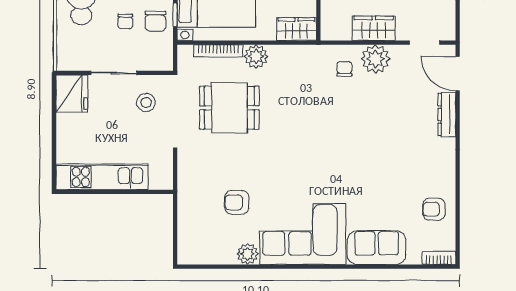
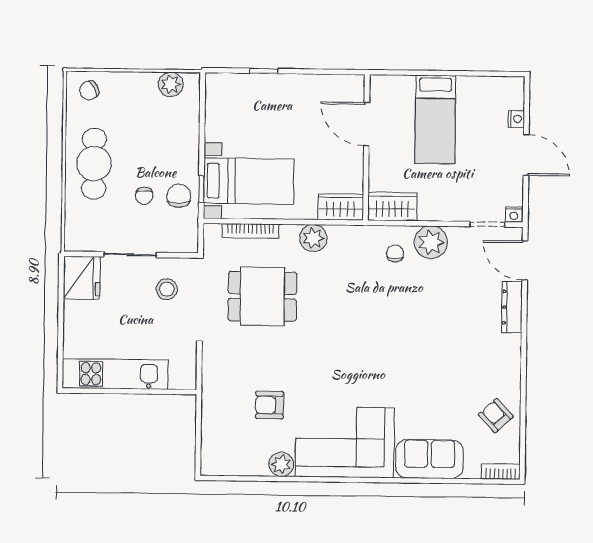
chair: (156, 21) -> (179, 196), turned 180
wardrobe: (374, 28) -> (392, 207), moved
nightstand: (447, 34) -> (514, 214), added
plant: (256, 56) -> (313, 238), moved
armchair: (434, 209) -> (496, 416), turned 47

